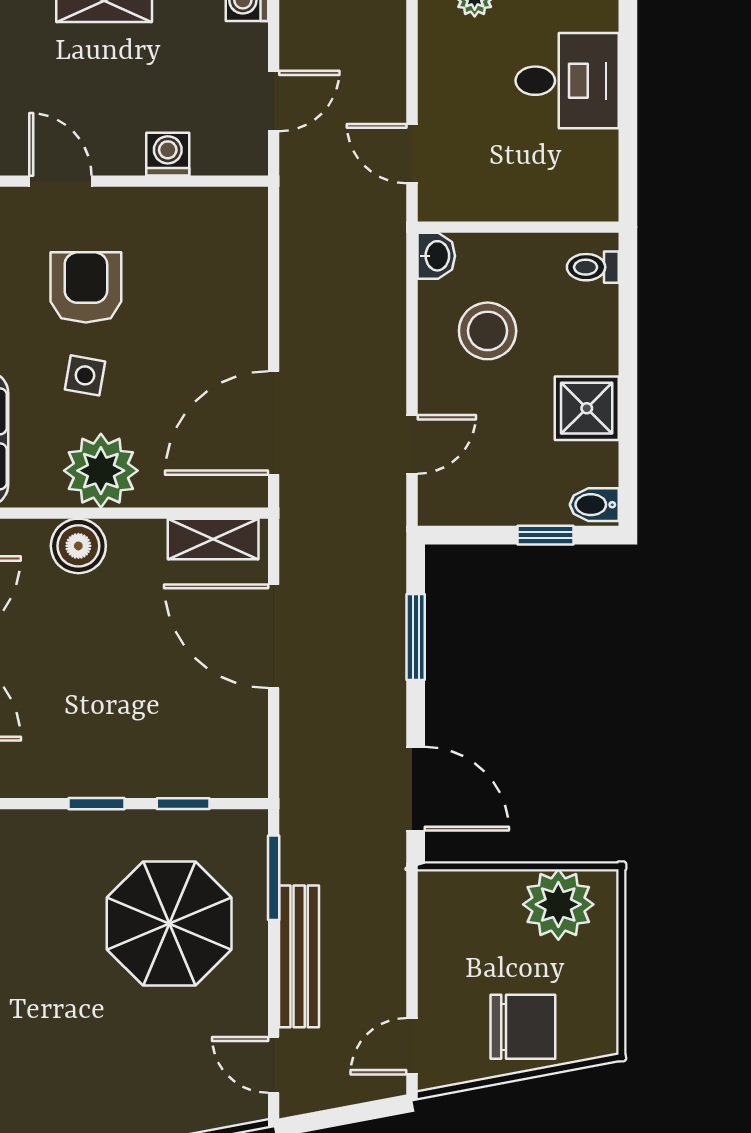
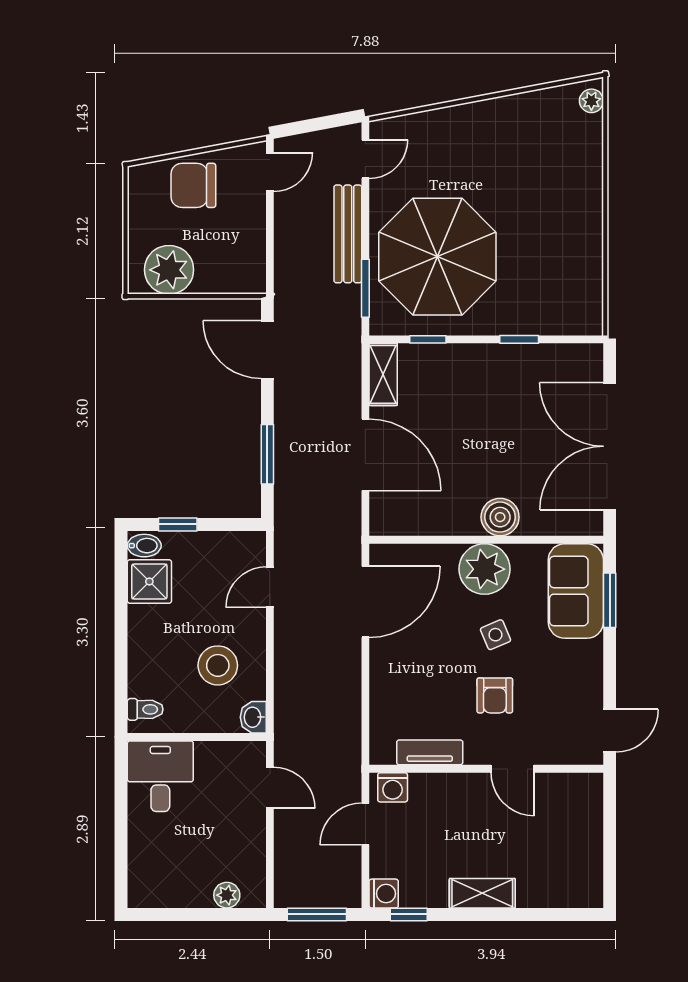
desk: (567, 81) -> (160, 776), moved, turned 90
washing machine: (168, 154) -> (393, 787), moved
tv unit: (180, 205) -> (430, 752), added
armchair: (86, 287) -> (495, 695), width x0.72, depth x0.72
side table: (85, 375) -> (495, 635), turned -33
shower: (587, 408) -> (149, 581), moved
shelving: (213, 539) -> (383, 374), moved, turned 90
window: (96, 804) -> (519, 339), moved
parasol: (169, 924) -> (437, 257), width x1.36, depth x1.36
door: (274, 1065) -> (365, 159), hinge flipped

